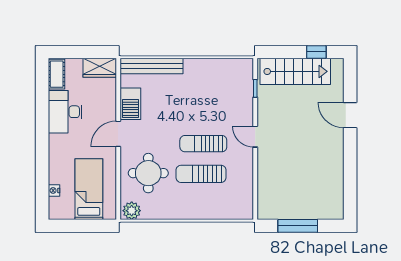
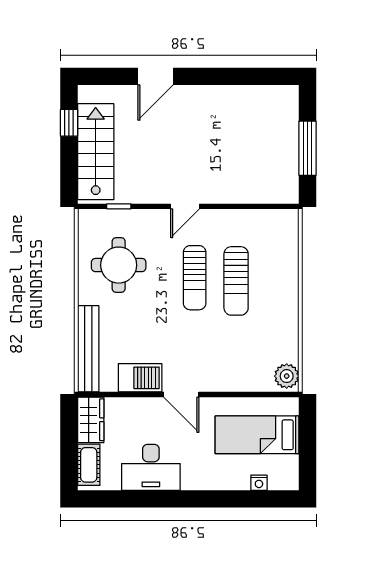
cot: (57, 74) -> (89, 465), moved, turned 90
round table: (148, 173) -> (119, 265), moved

